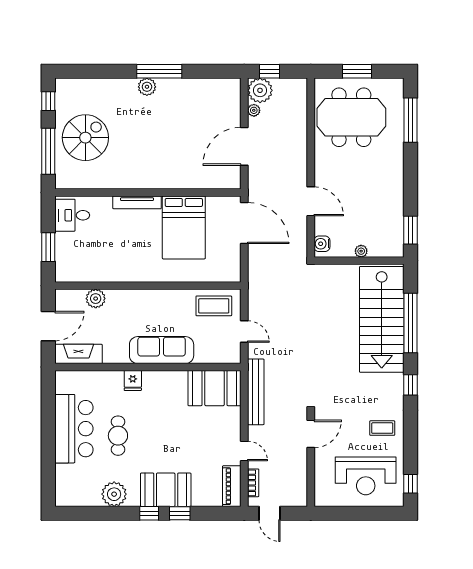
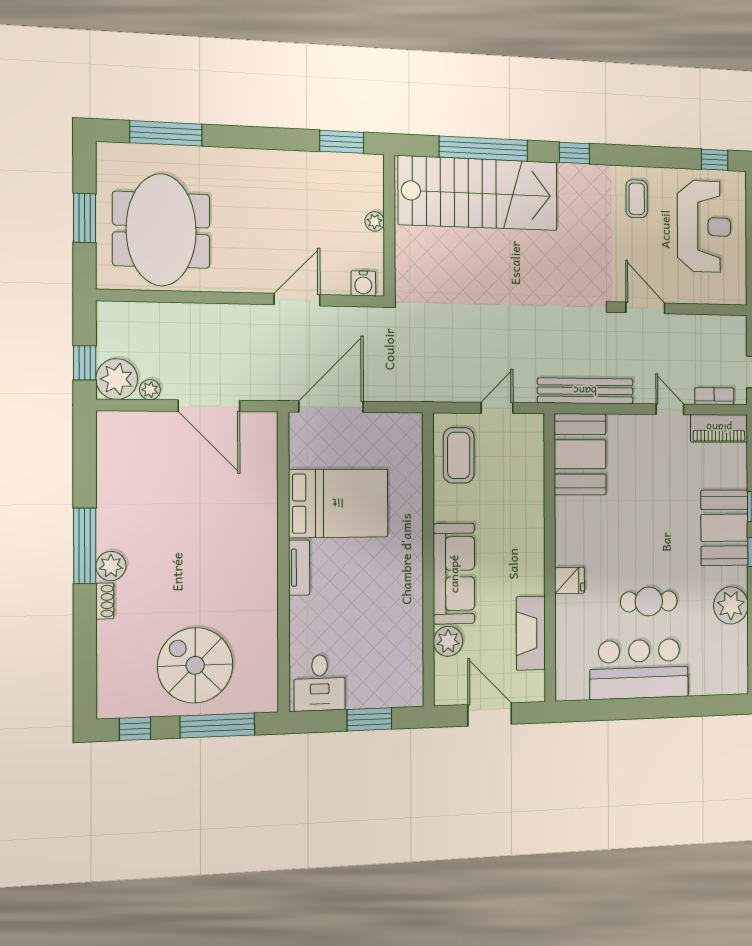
shoe rack: (126, 83) -> (105, 601), added
tv unit: (137, 202) -> (299, 568), width x0.71
sofa: (162, 350) -> (454, 574), moved, turned 180
fireplace: (78, 354) -> (531, 633), moved
door: (244, 451) -> (670, 409), hinge flipped

